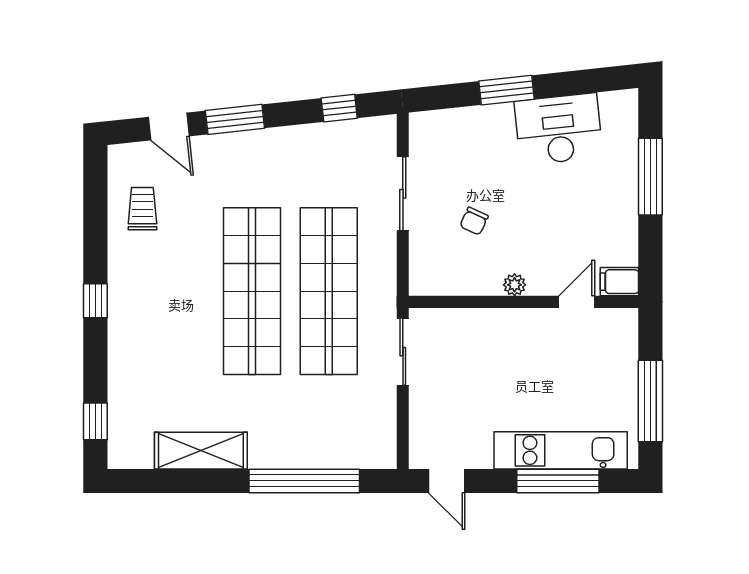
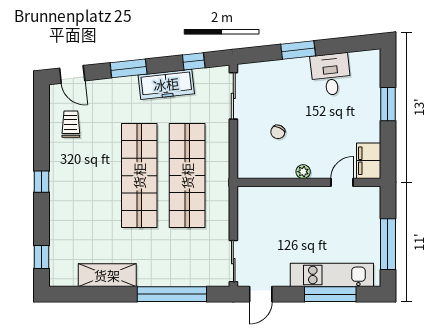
door: (169, 127) -> (72, 74), moved
desk: (559, 129) -> (331, 74), width x0.73
freezer: (295, 145) -> (166, 84), added
window: (650, 177) -> (388, 104), width x0.69
sliding door: (403, 194) -> (233, 96), moved
filing cabinet: (619, 282) -> (369, 161), width x2.00
sliding door: (403, 352) -> (233, 261), moved
door: (447, 481) -> (261, 294), hinge flipped

